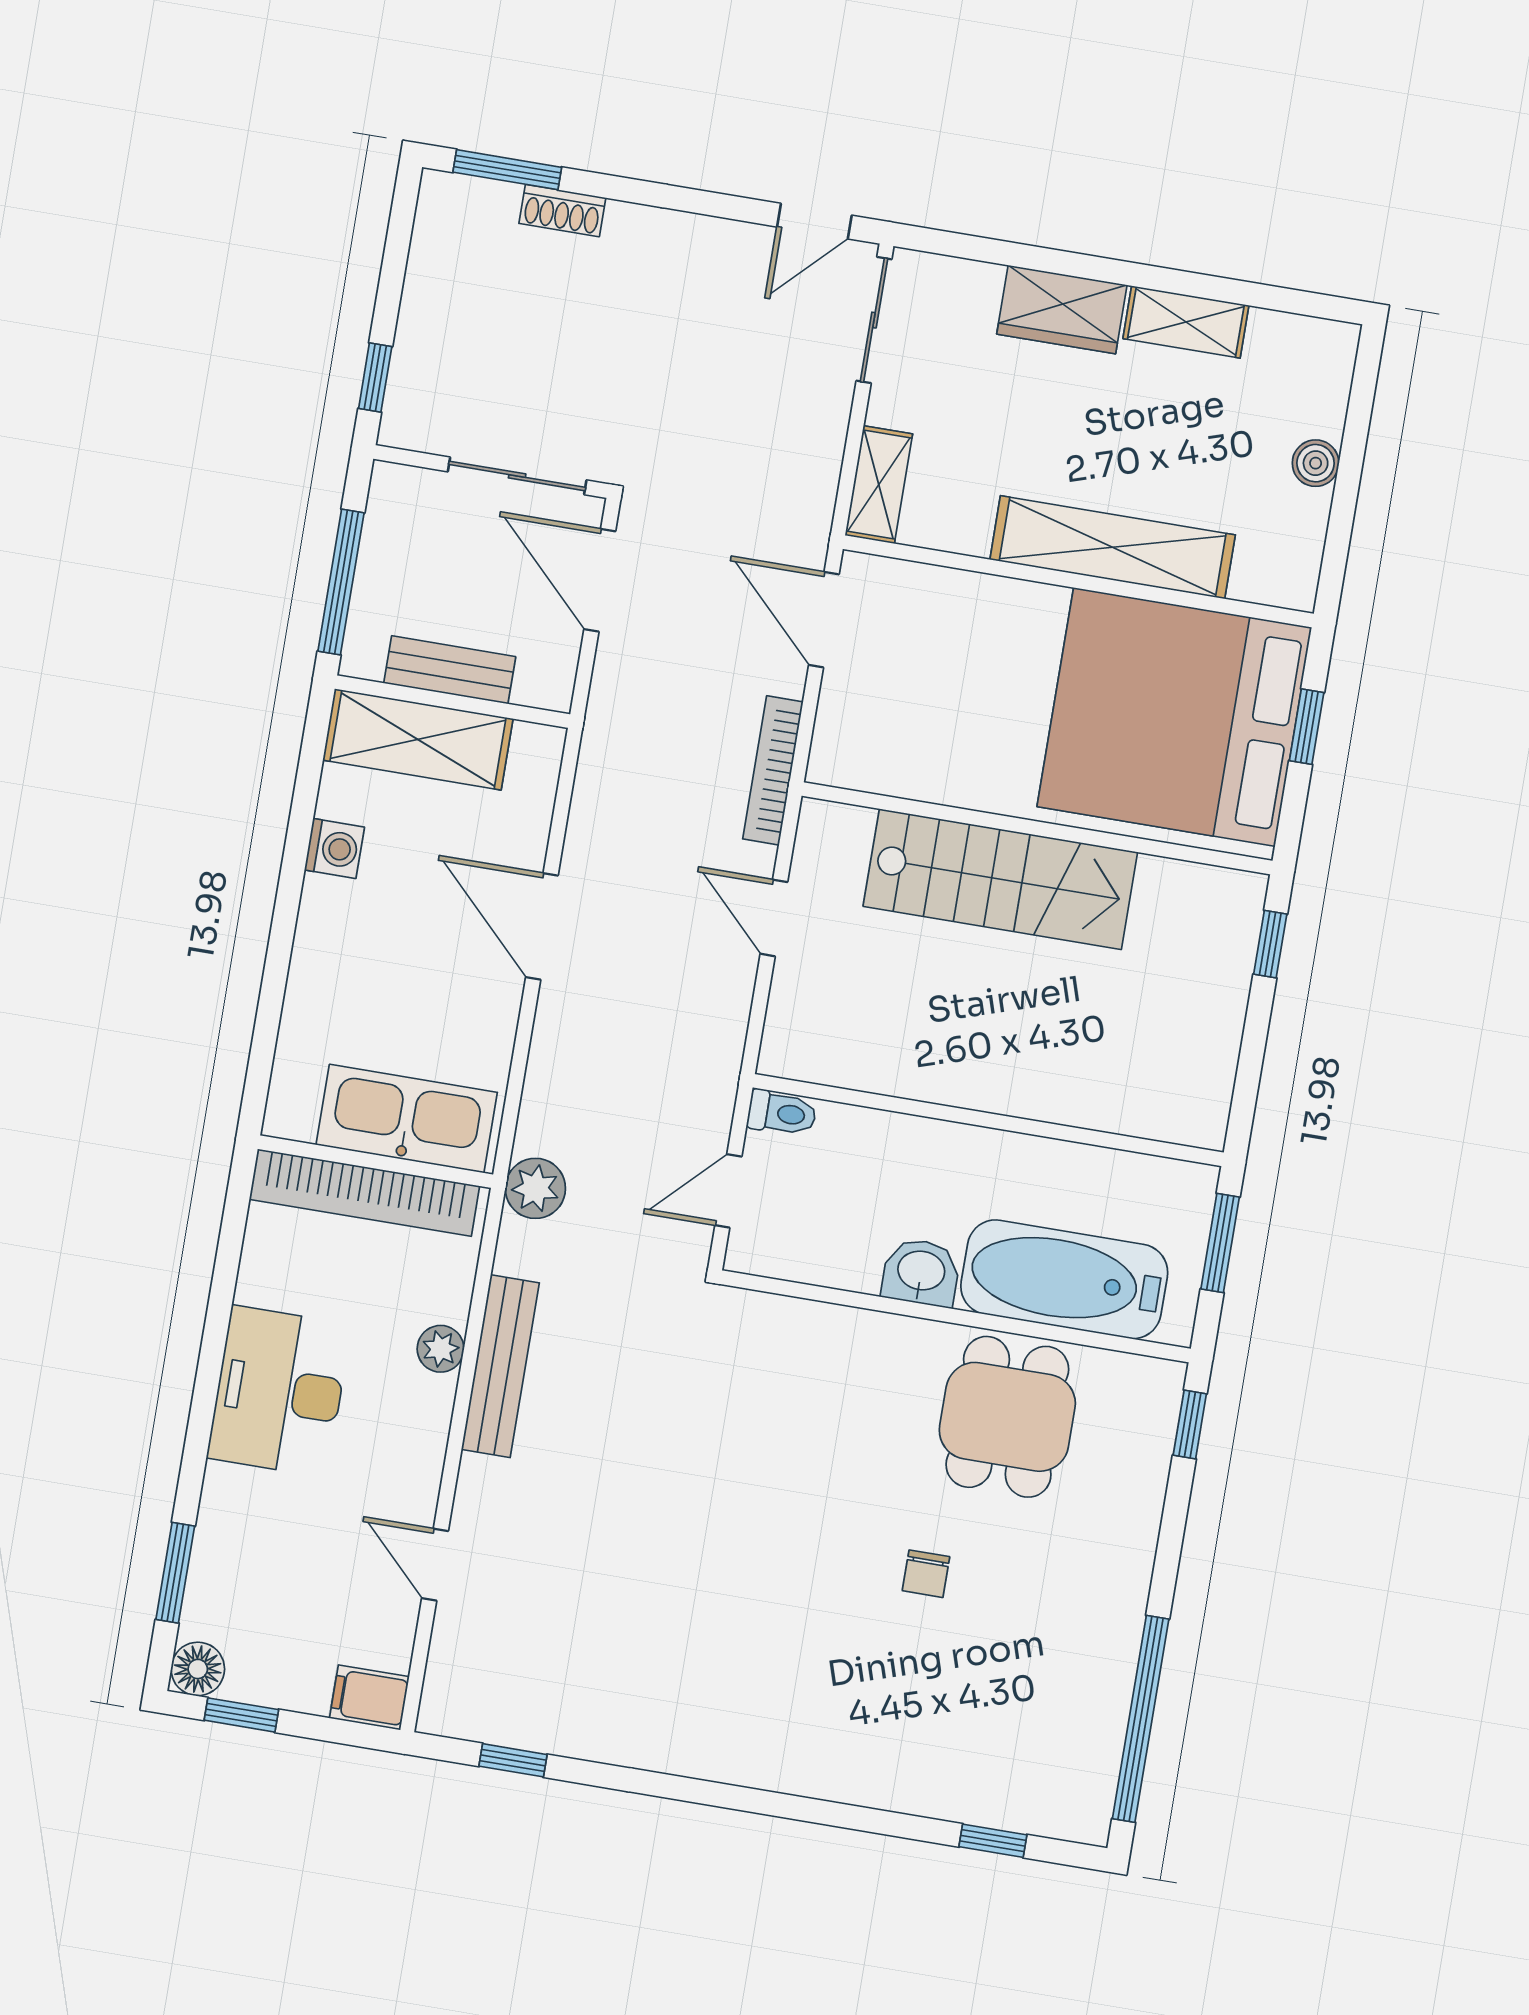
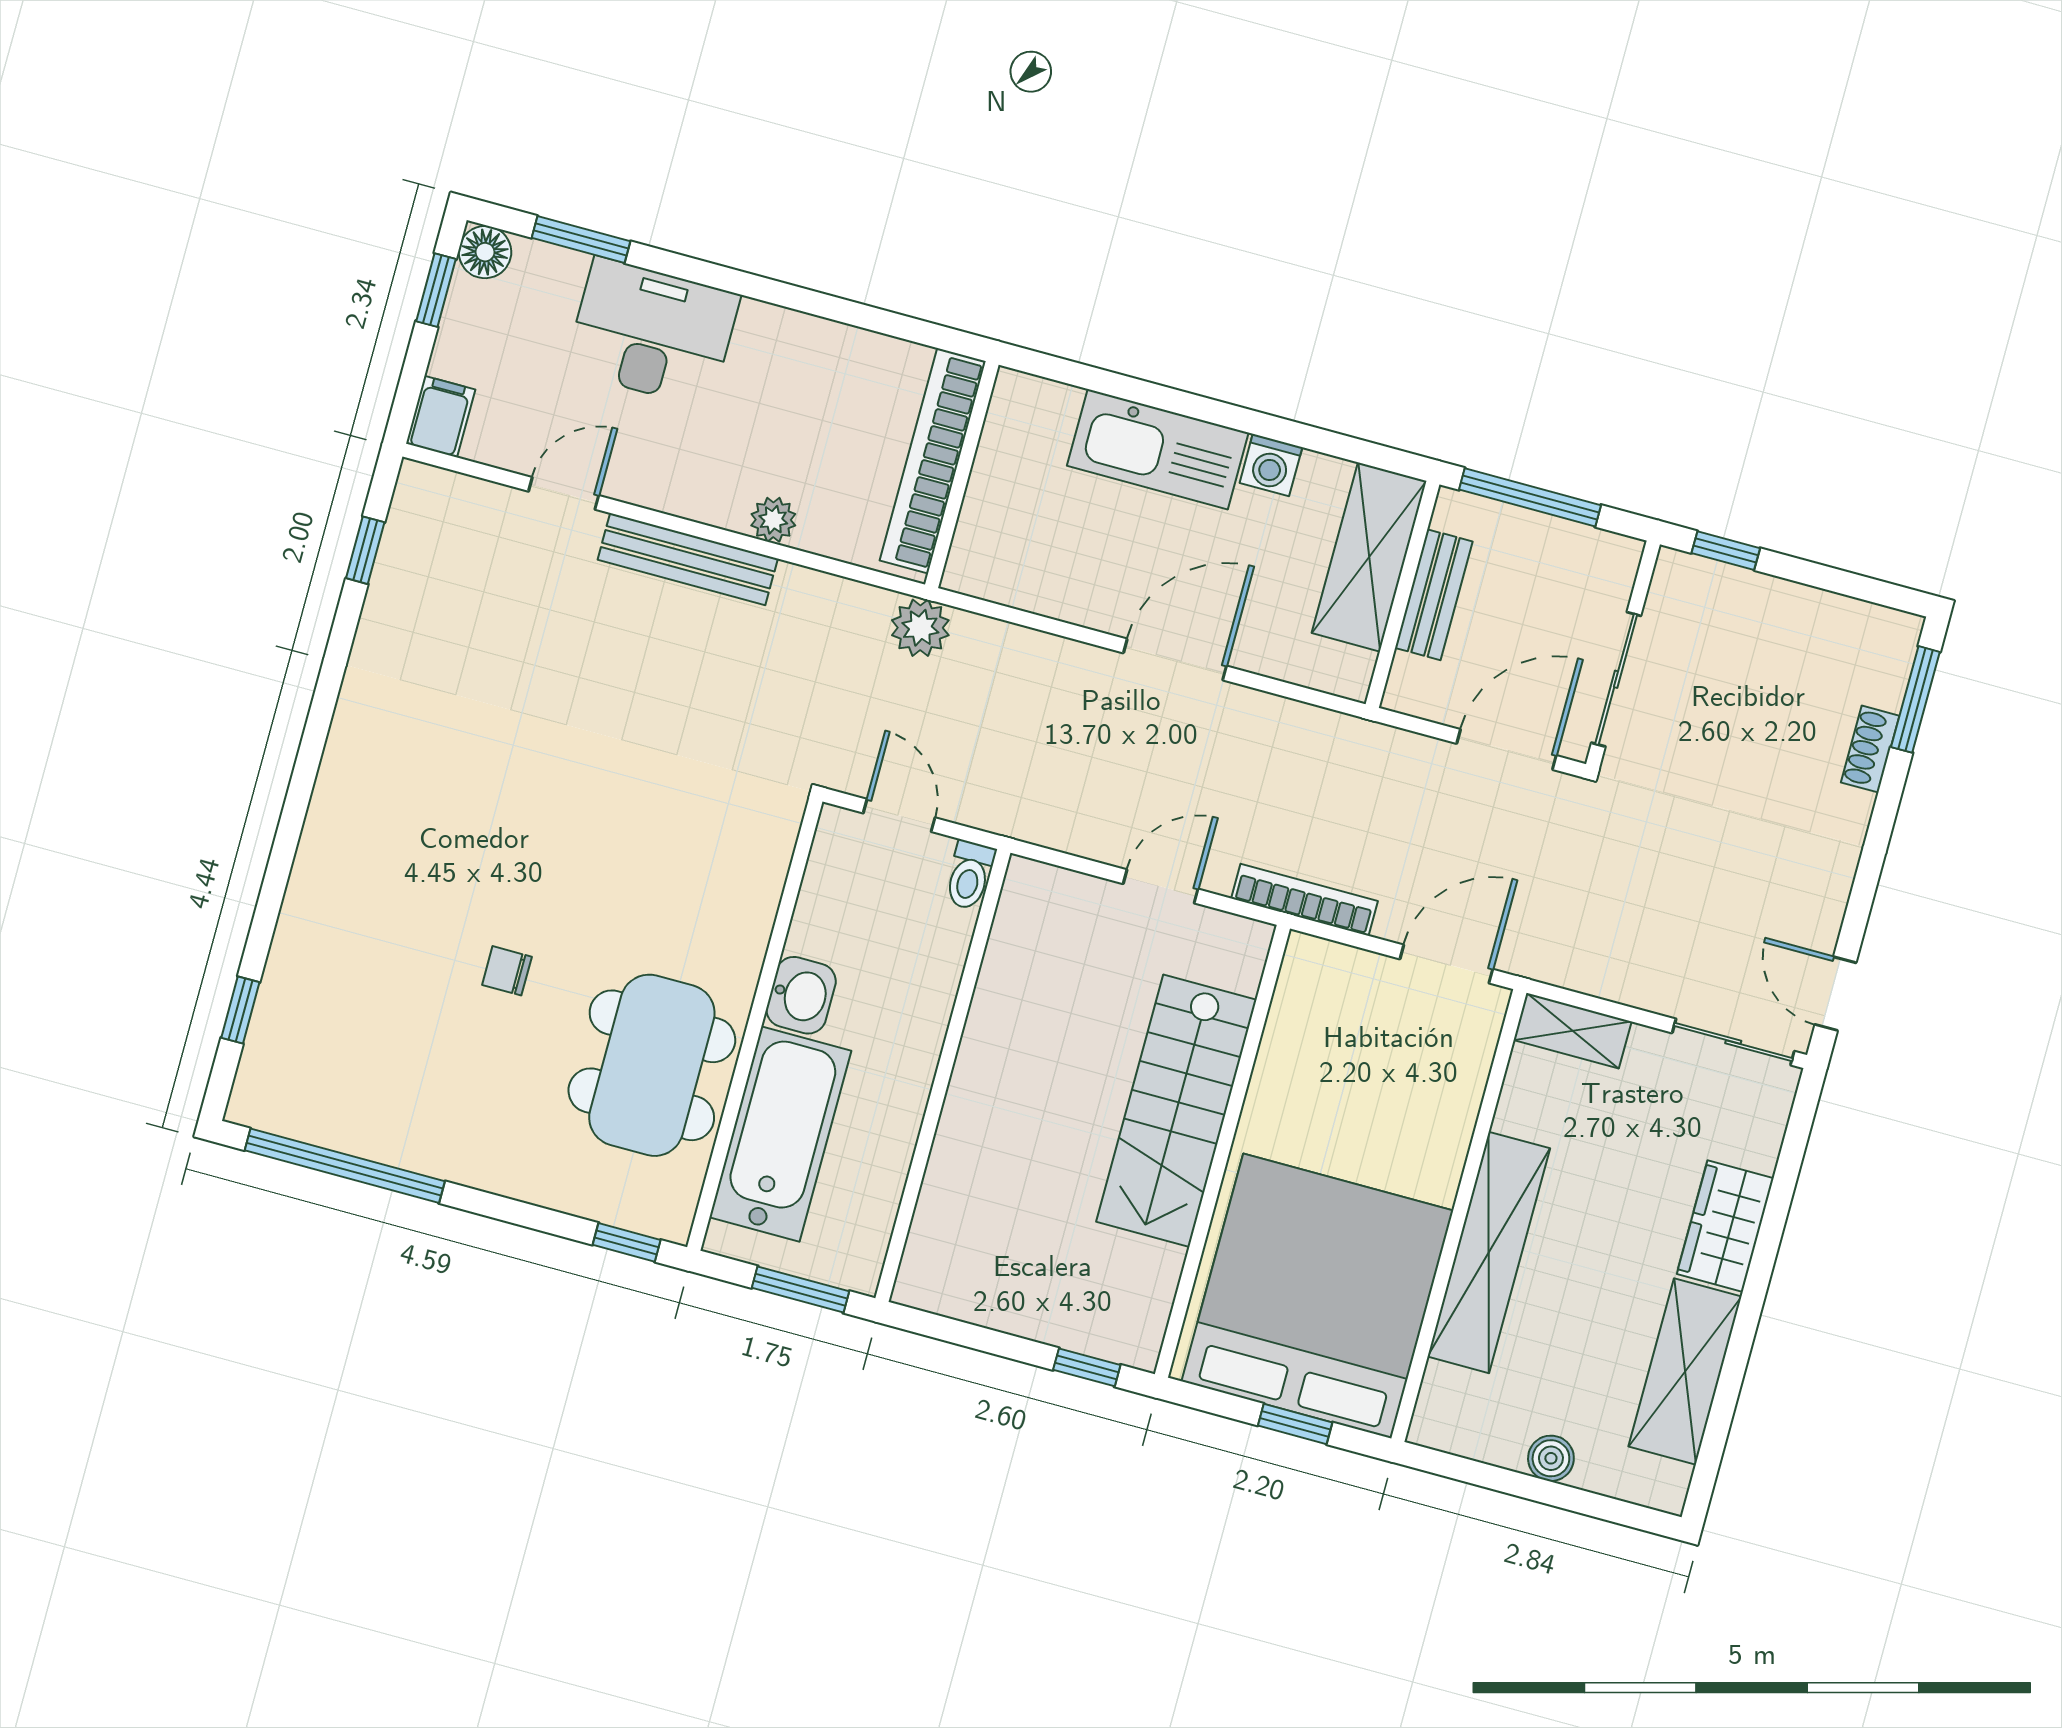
shelving: (1186, 322) -> (1685, 1371), width x1.50, depth x1.33
kitchen sink: (407, 1119) -> (1158, 449), moved, turned 90
bench: (500, 1366) -> (688, 559), moved
desk: (279, 1391) -> (652, 333), moved
dining table: (1007, 1417) -> (652, 1065), width x1.38

